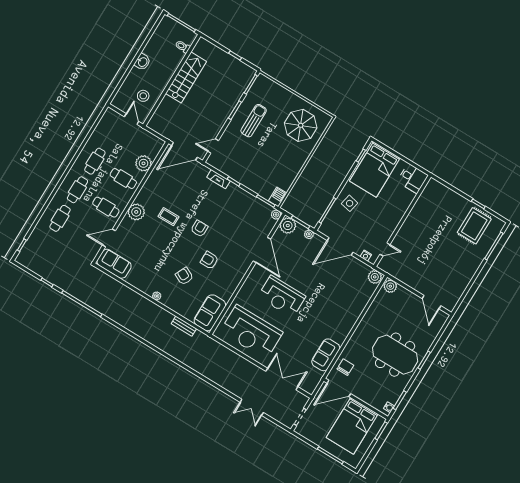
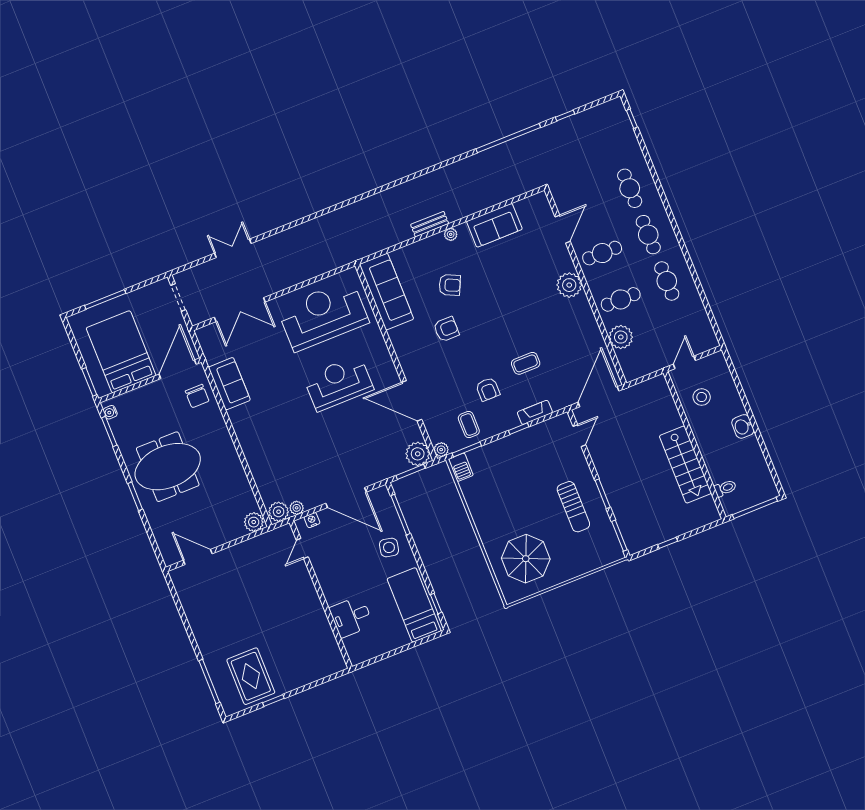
door: (132, 119) -> (684, 362), swing flipped
bed: (375, 169) -> (414, 605), width x0.67
desk: (413, 178) -> (351, 617), moved
coffee table: (252, 210) -> (469, 425), added
coffee table: (169, 217) -> (526, 363), moved
armchair: (199, 228) -> (488, 389), moved
plant: (309, 234) -> (297, 508), moved
door: (340, 246) -> (346, 498), swing flipped
sofa: (114, 264) -> (494, 225), moved
sofa: (210, 313) -> (387, 292), width x1.36
bench: (184, 326) -> (430, 224), moved

